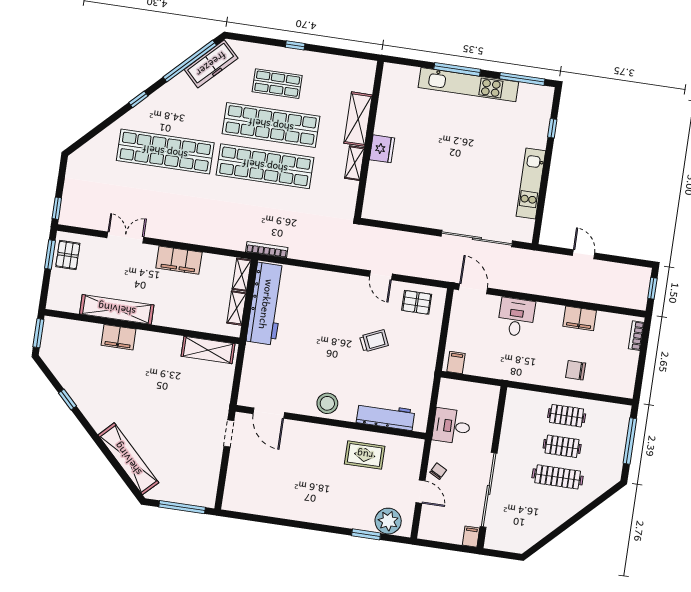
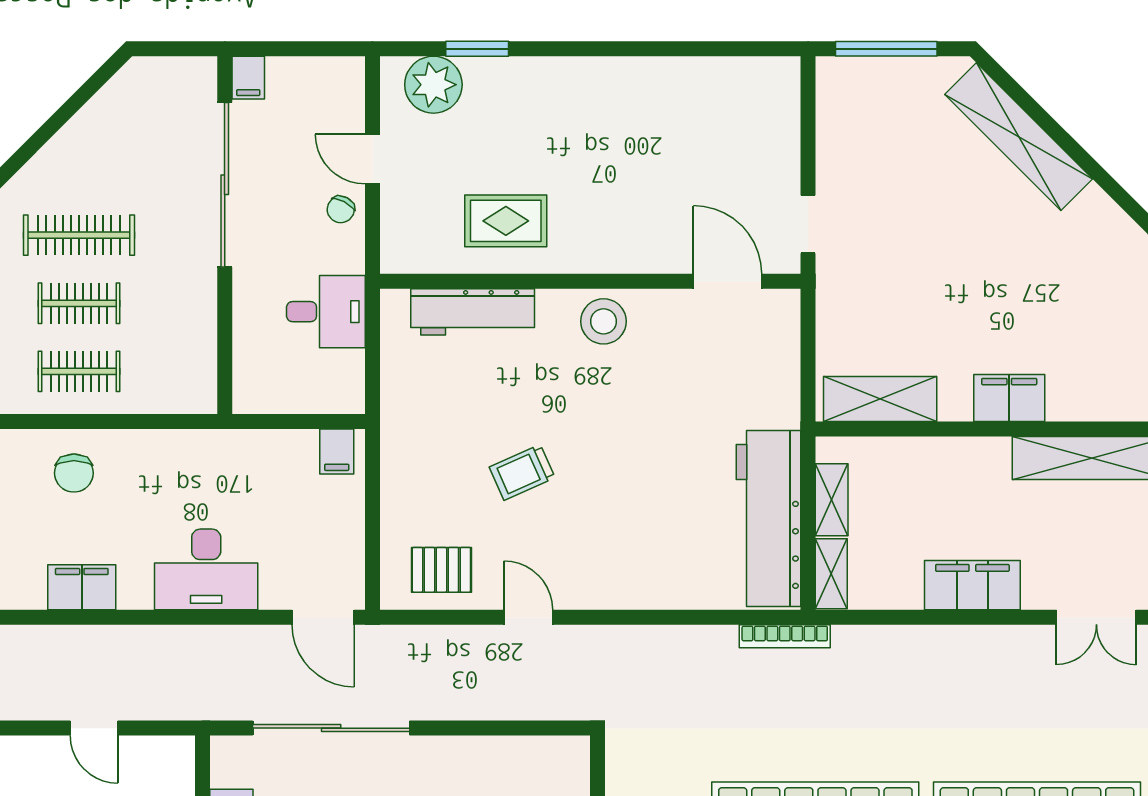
desk: (516, 317) -> (206, 569), width x1.37
filing cabinet: (119, 337) -> (1009, 398), moved
chair: (576, 370) -> (74, 473), turned 90

